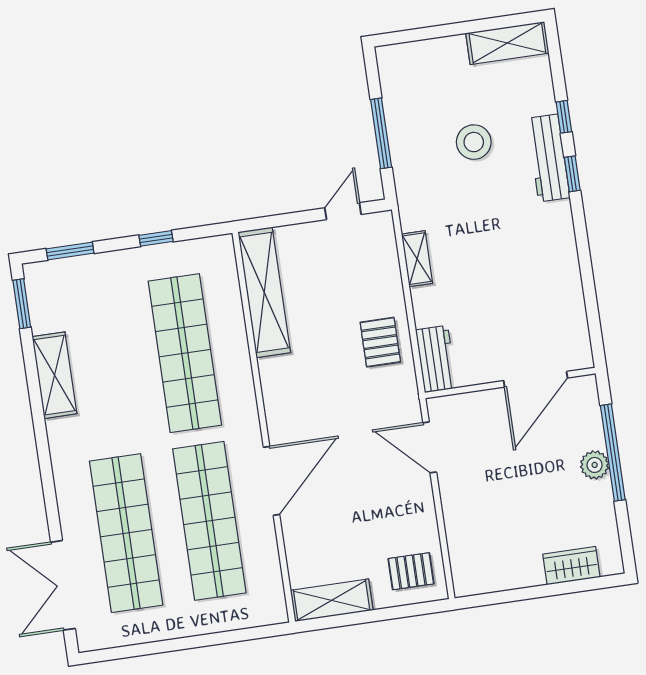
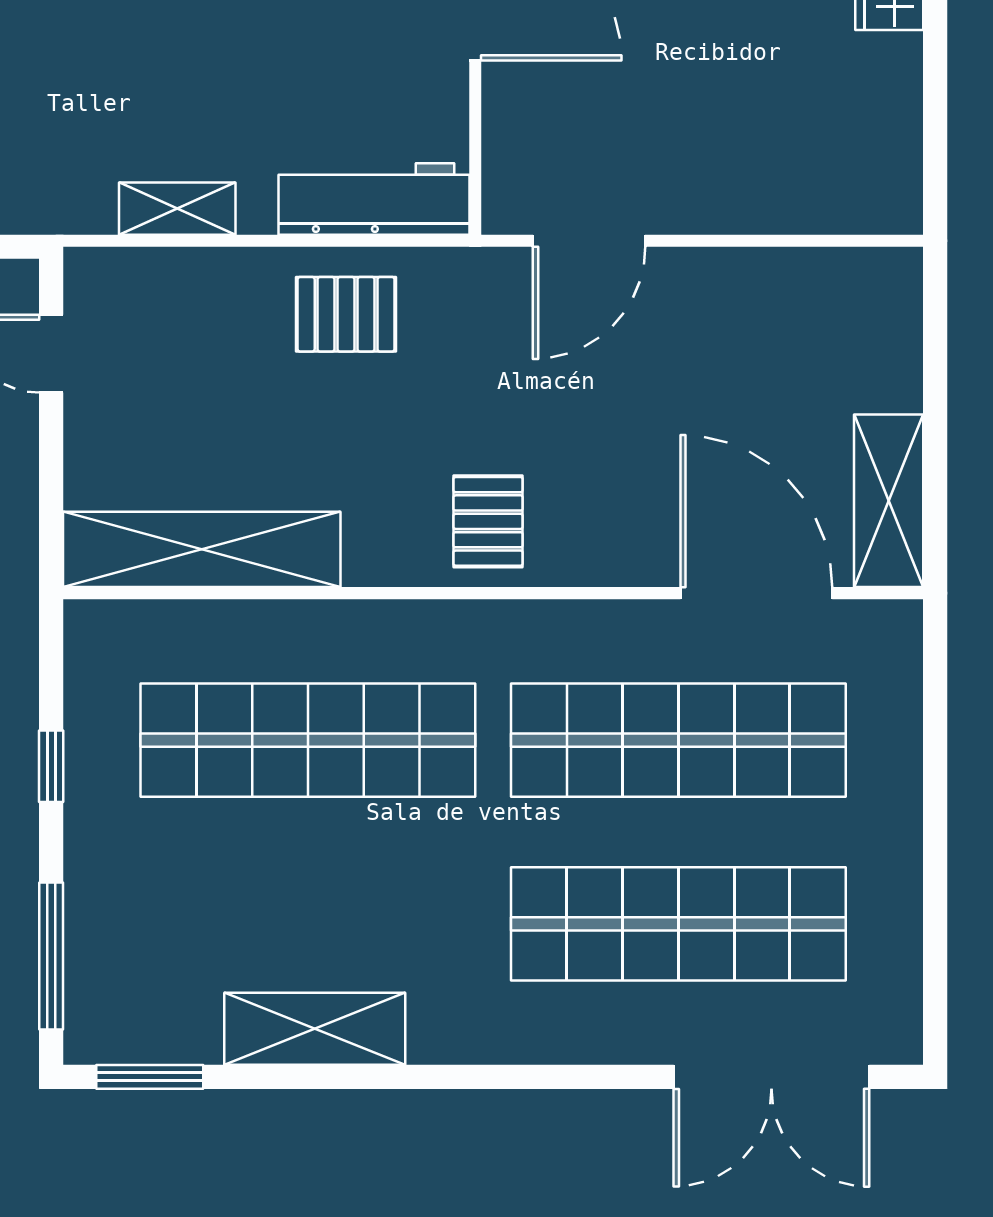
window: (70, 251) -> (51, 956), width x1.44
workbench: (436, 359) -> (374, 199), width x1.38
door: (272, 481) -> (756, 593), moved
pallet: (411, 571) -> (488, 521), moved

